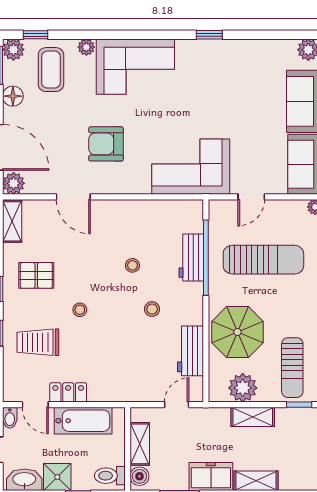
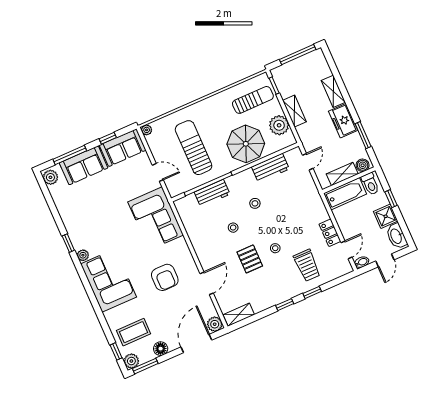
plant: (86, 47) -> (83, 255), moved
pallet: (36, 275) -> (250, 259), moved
door: (177, 405) -> (308, 162), swing flipped
bathtub: (83, 421) -> (345, 194), moved, turned 90

